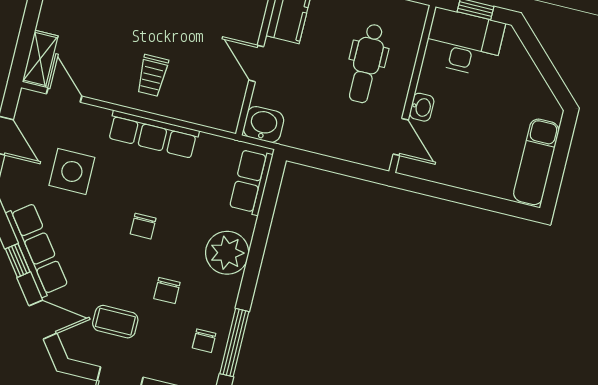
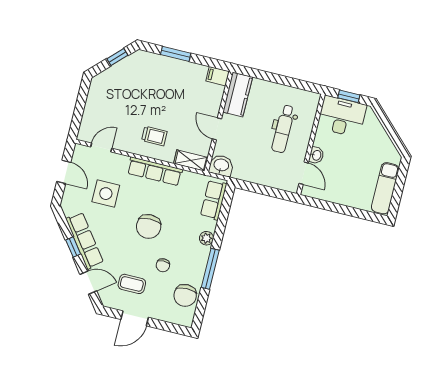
shelving: (40, 59) -> (191, 160), moved, turned 90
trolley: (152, 76) -> (154, 136), turned -90
door: (64, 95) -> (101, 148), hinge flipped
chair: (143, 226) -> (149, 226), width x1.87, depth x1.87
plant: (227, 253) -> (206, 238), width x0.53, depth x0.53
chair: (204, 341) -> (185, 295), width x1.87, depth x1.87
window: (234, 343) -> (210, 269), moved

